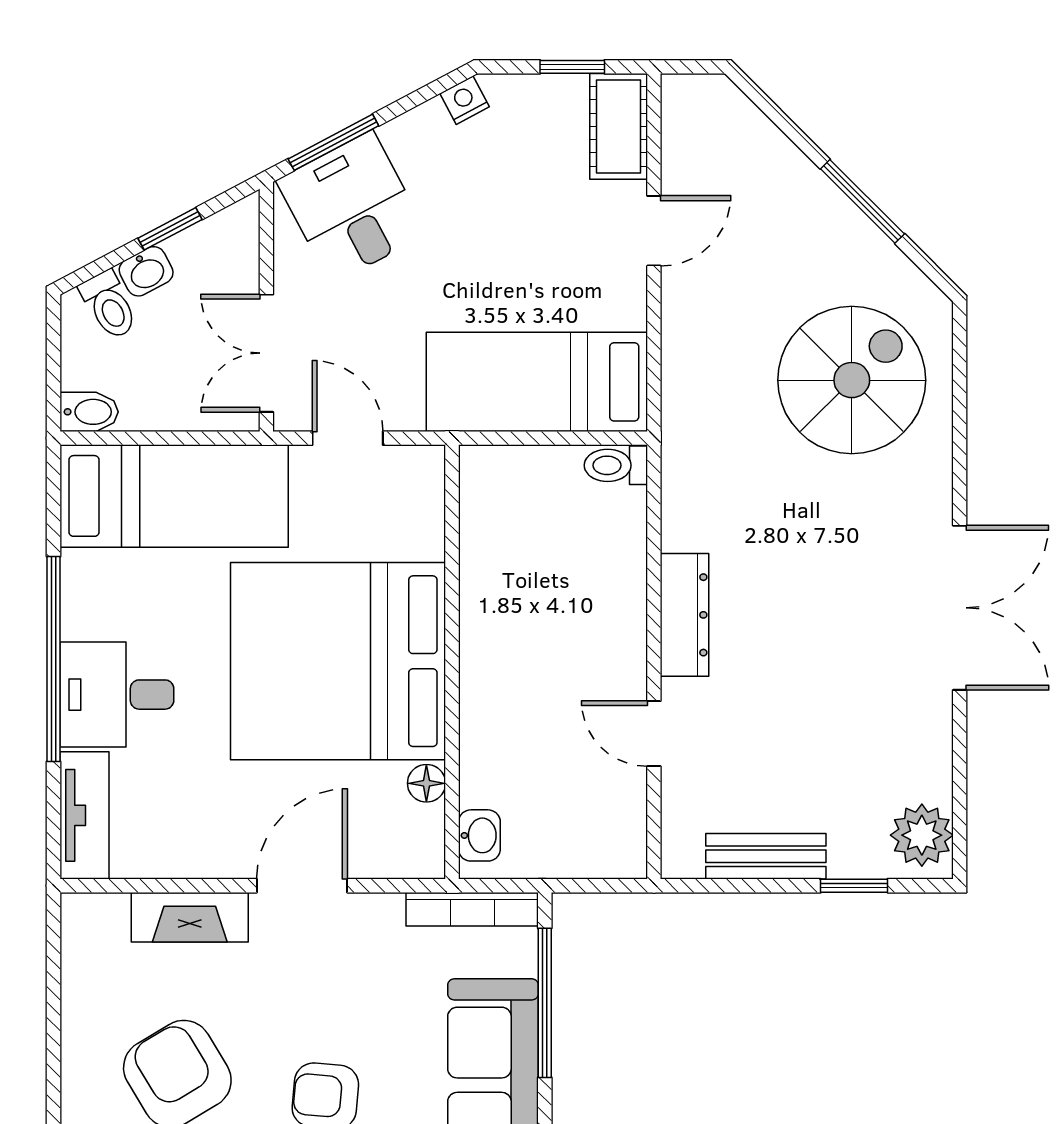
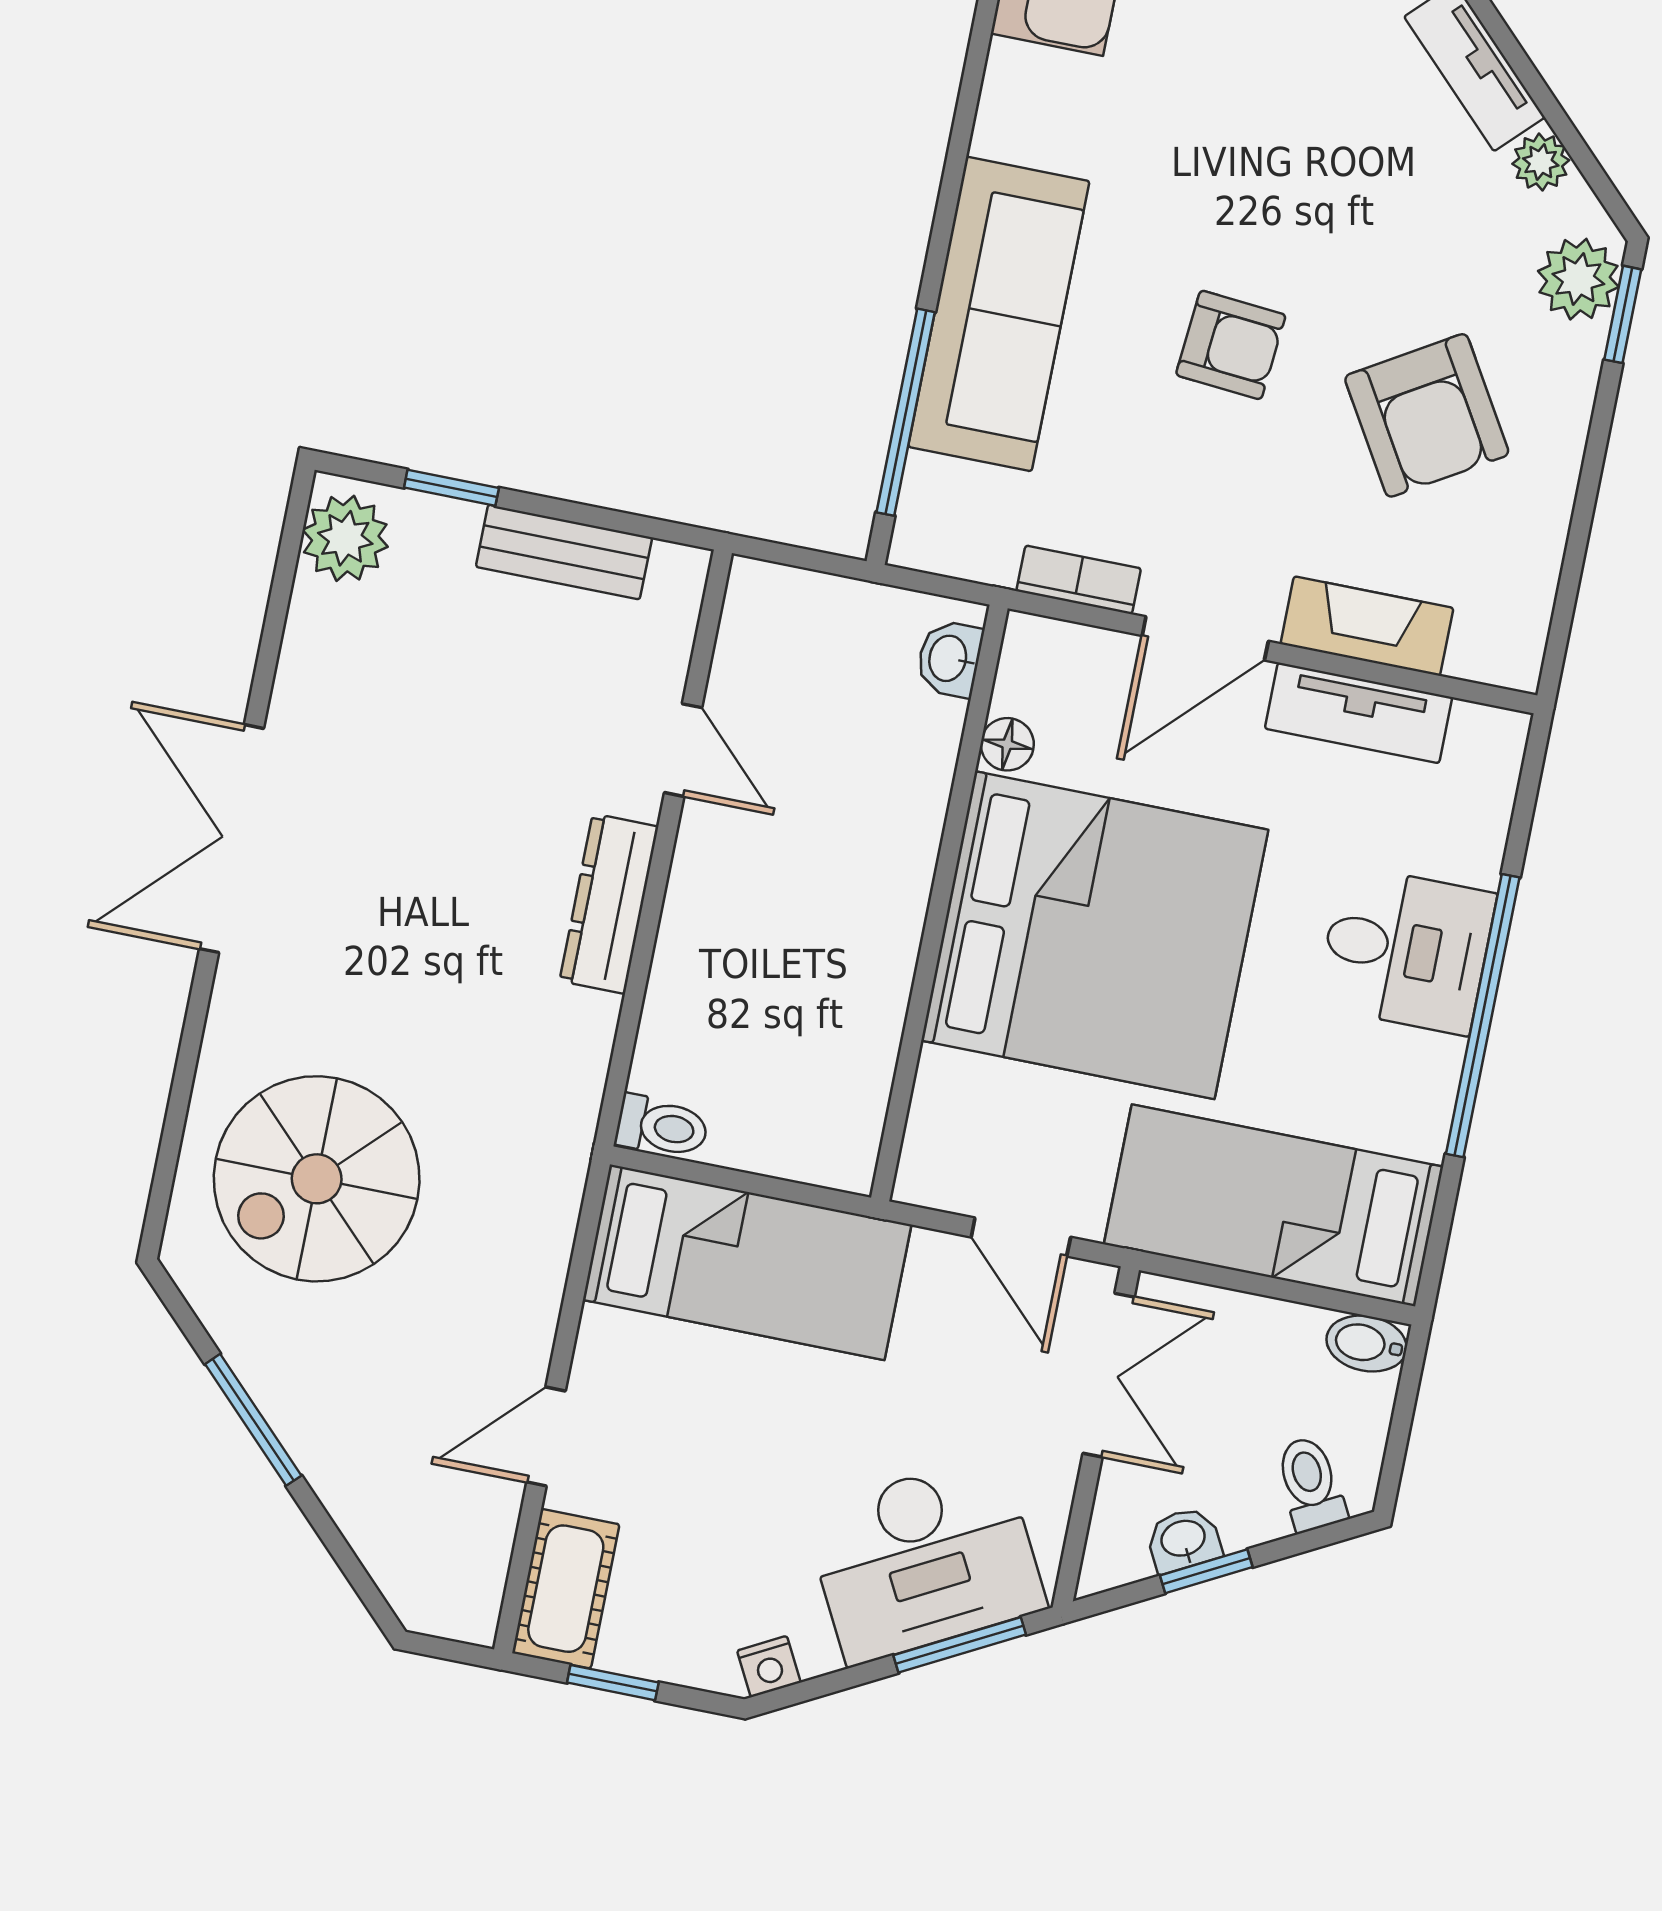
desk: (352, 207) -> (925, 1559), width x1.37
washbasin: (146, 271) -> (1184, 1540), moved
tv unit: (84, 815) -> (1358, 713), moved, turned -90
bookcase: (472, 909) -> (1079, 580), moved, width x0.64

